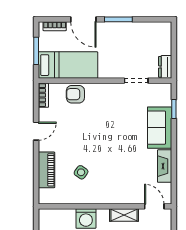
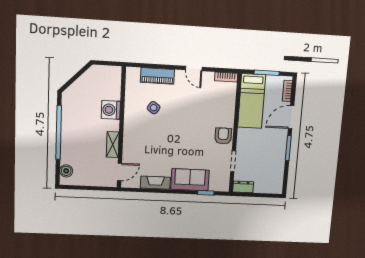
armchair: (75, 94) -> (223, 136), moved

